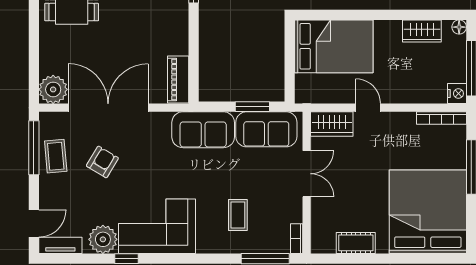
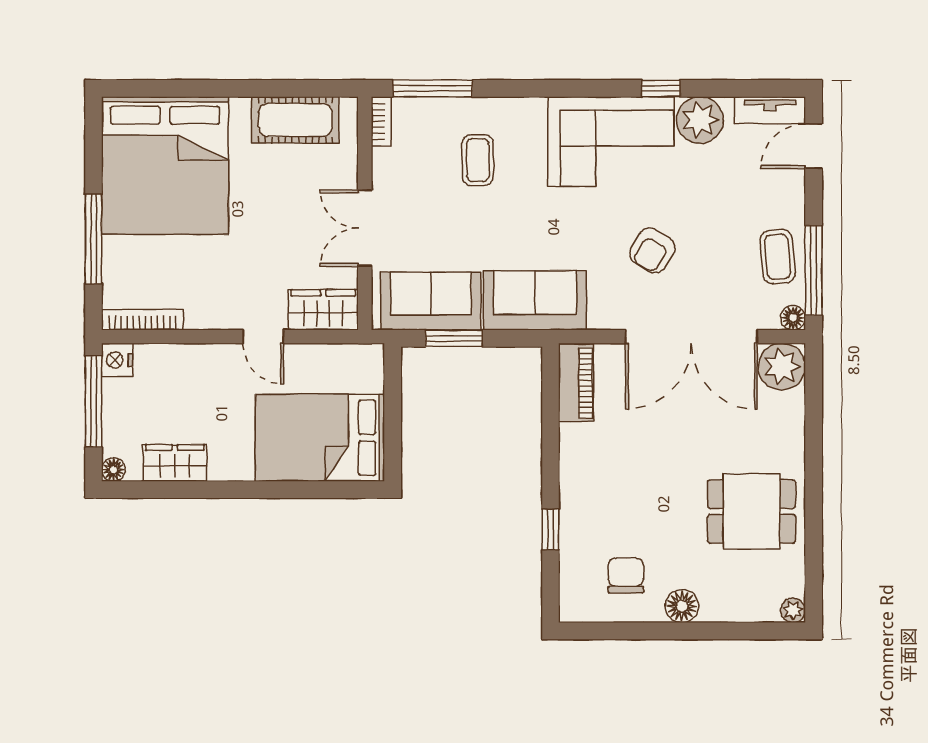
floor lamp: (46, 119) -> (793, 318), added
armchair: (102, 162) -> (653, 251), moved
cot: (356, 243) -> (295, 120), width x1.37, depth x1.34

